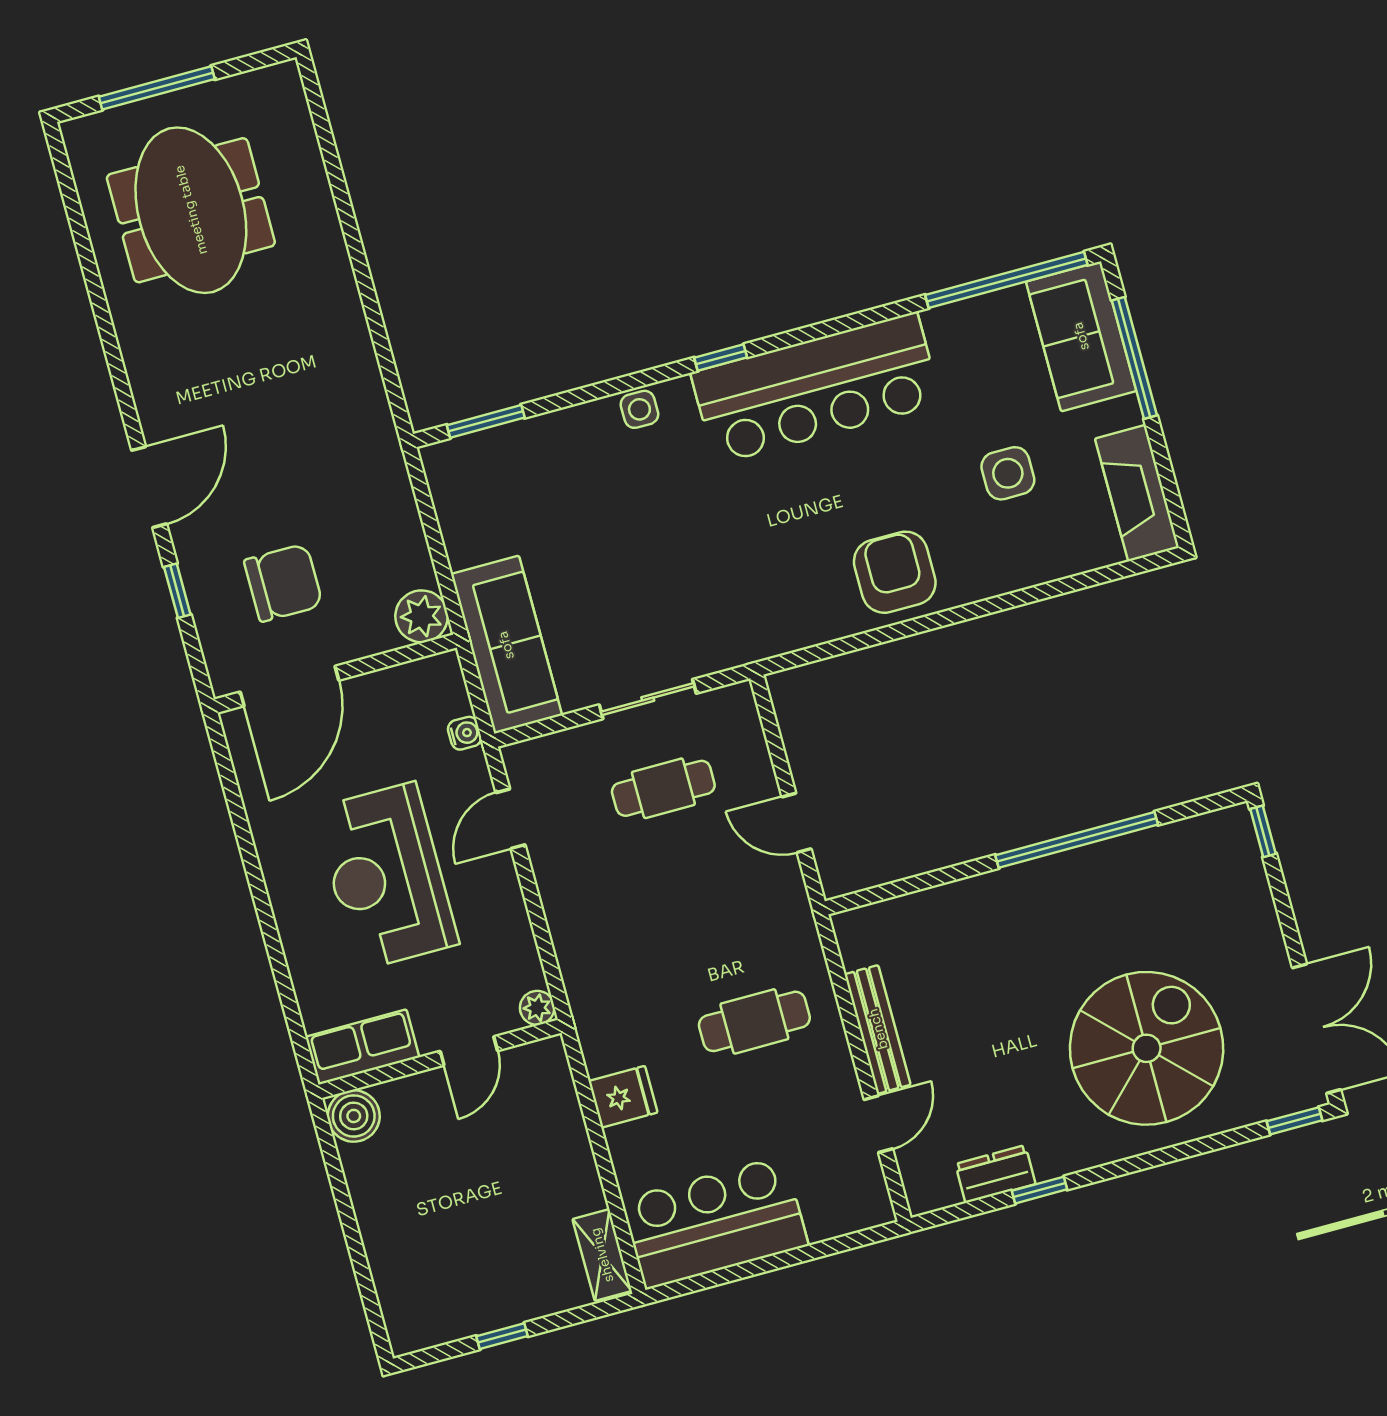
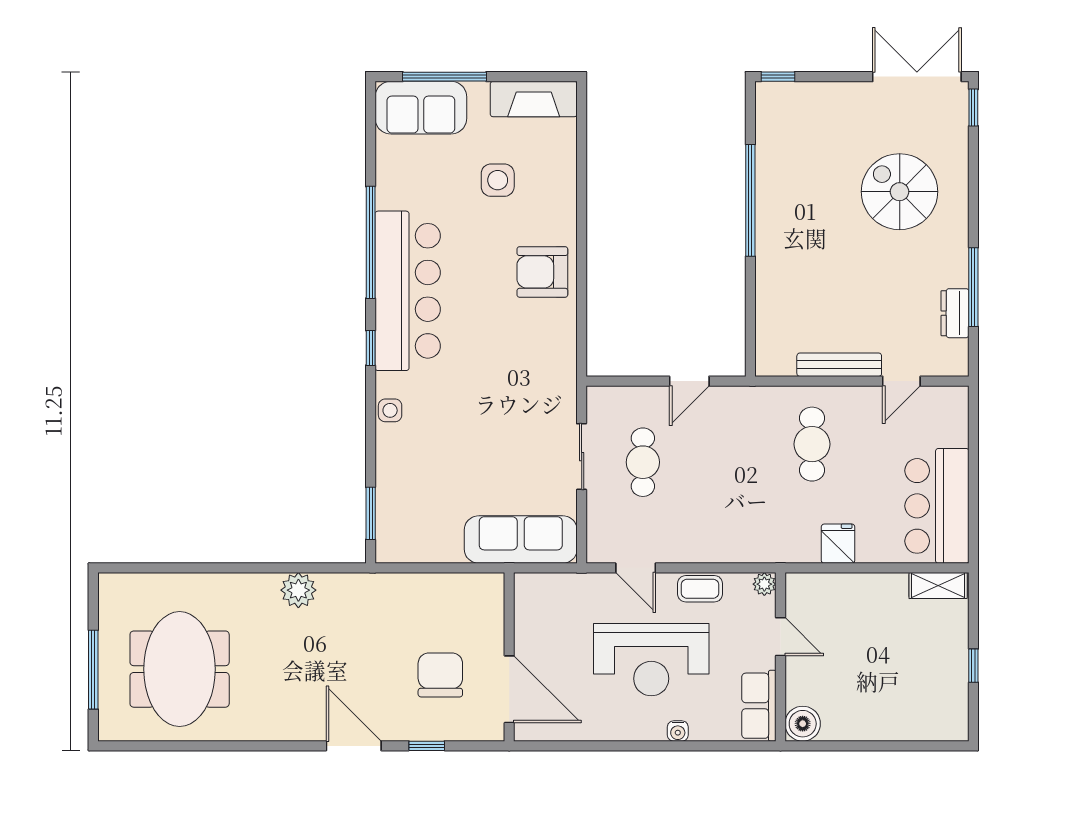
meeting table: (191, 210) -> (180, 669), turned 90
window: (1006, 280) -> (371, 242), moved
plant: (422, 616) -> (298, 590), moved
water cooler: (465, 733) -> (678, 731), moved, turned 180
coffee table: (506, 918) -> (700, 589), added
spiral stairs: (1147, 1048) -> (900, 192), width x0.73, depth x0.73
door: (878, 1124) -> (901, 381), swing flipped
window: (1039, 1190) -> (973, 287), width x2.17

